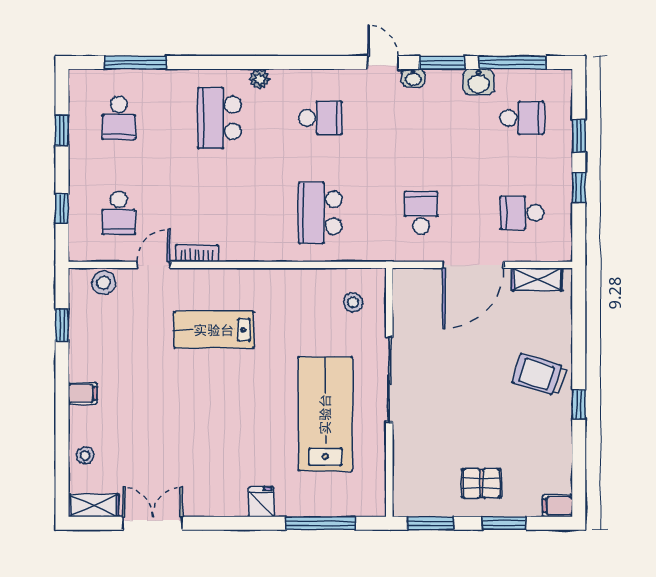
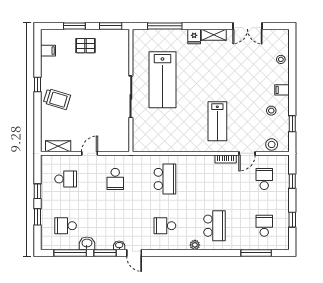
door: (473, 265) -> (90, 153), width x0.53
stool: (353, 302) -> (271, 111), moved
lab bench: (214, 330) -> (217, 121), turned 90
shelving: (94, 506) -> (214, 35), moved
filing cabinet: (558, 506) -> (48, 51), moved

